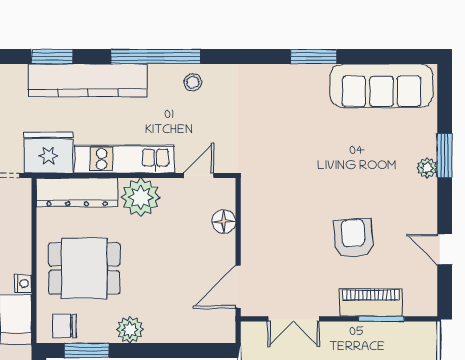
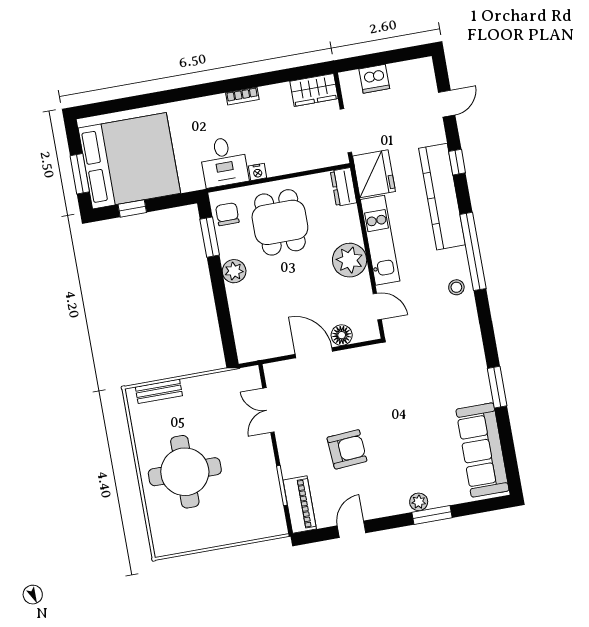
window: (52, 56) -> (457, 162), width x0.67
dresser: (77, 192) -> (343, 187), width x0.51, depth x0.80
door: (238, 287) -> (314, 353), moved
piano: (371, 303) -> (300, 505), moved

